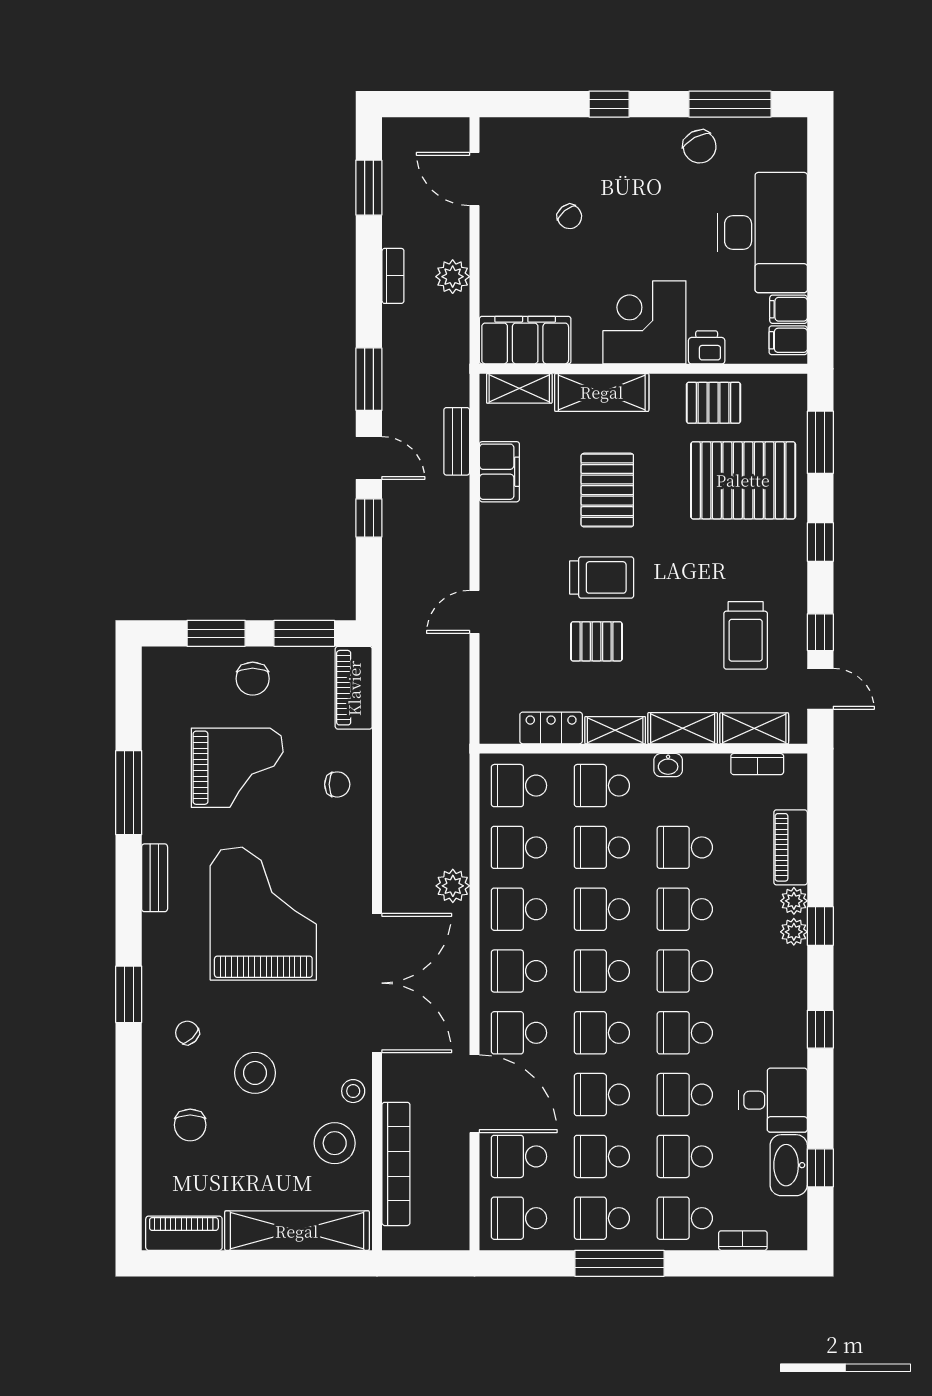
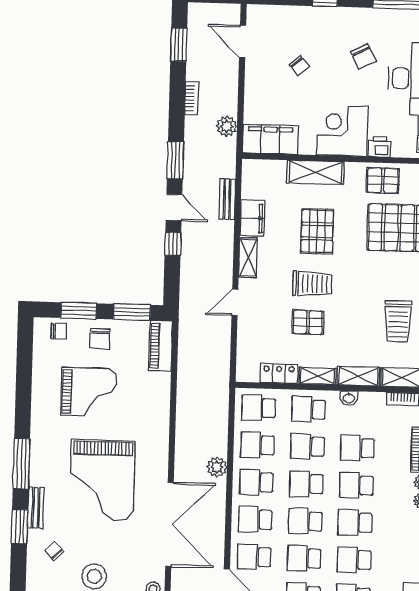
chair: (700, 147) -> (363, 57), moved
plant: (453, 277) -> (227, 126), moved
shelving: (519, 388) -> (248, 258), moved, turned 90
chair: (337, 784) -> (59, 331), moved
window: (129, 793) -> (21, 464), moved
bench: (155, 878) -> (36, 508), moved
grand piano: (263, 914) -> (102, 480), turned 180

